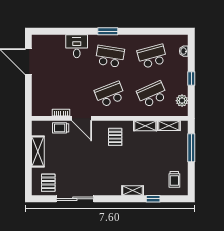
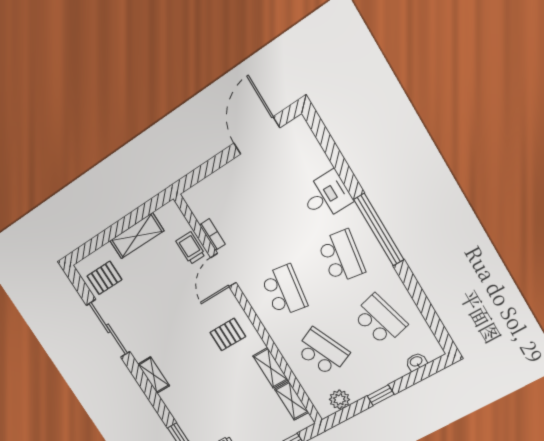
window: (108, 31) -> (379, 230), width x2.11
school desk: (110, 94) -> (284, 291), turned 30
shelving: (133, 191) -> (154, 375), moved

